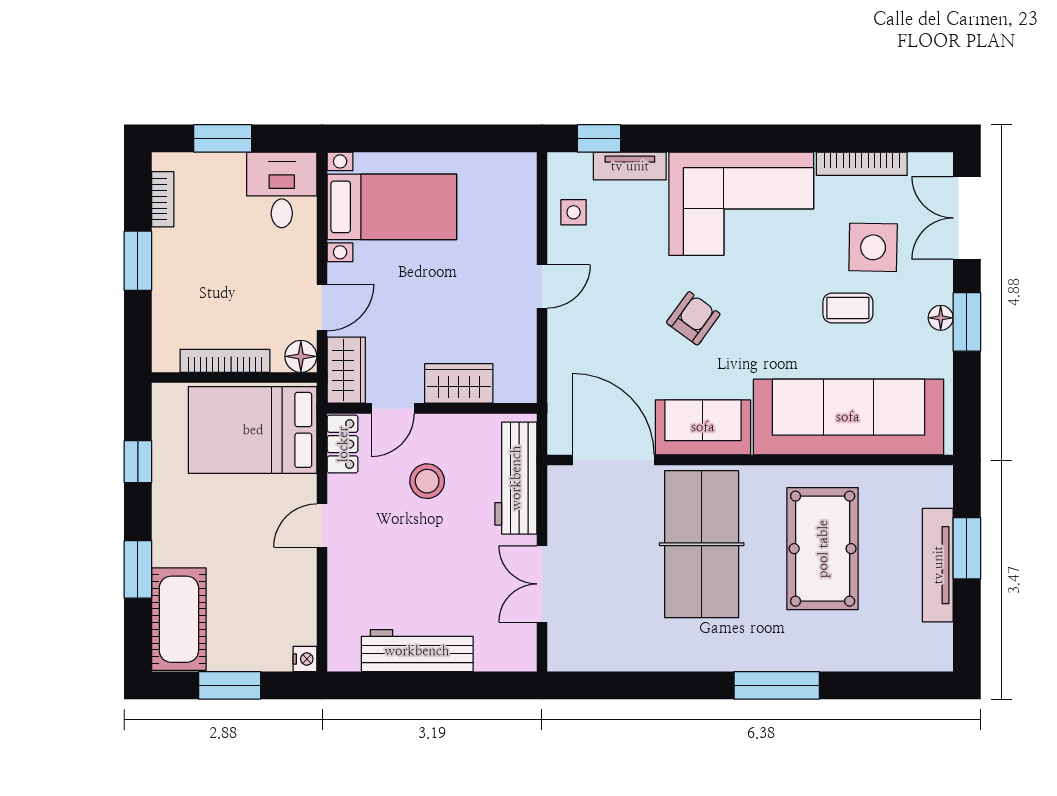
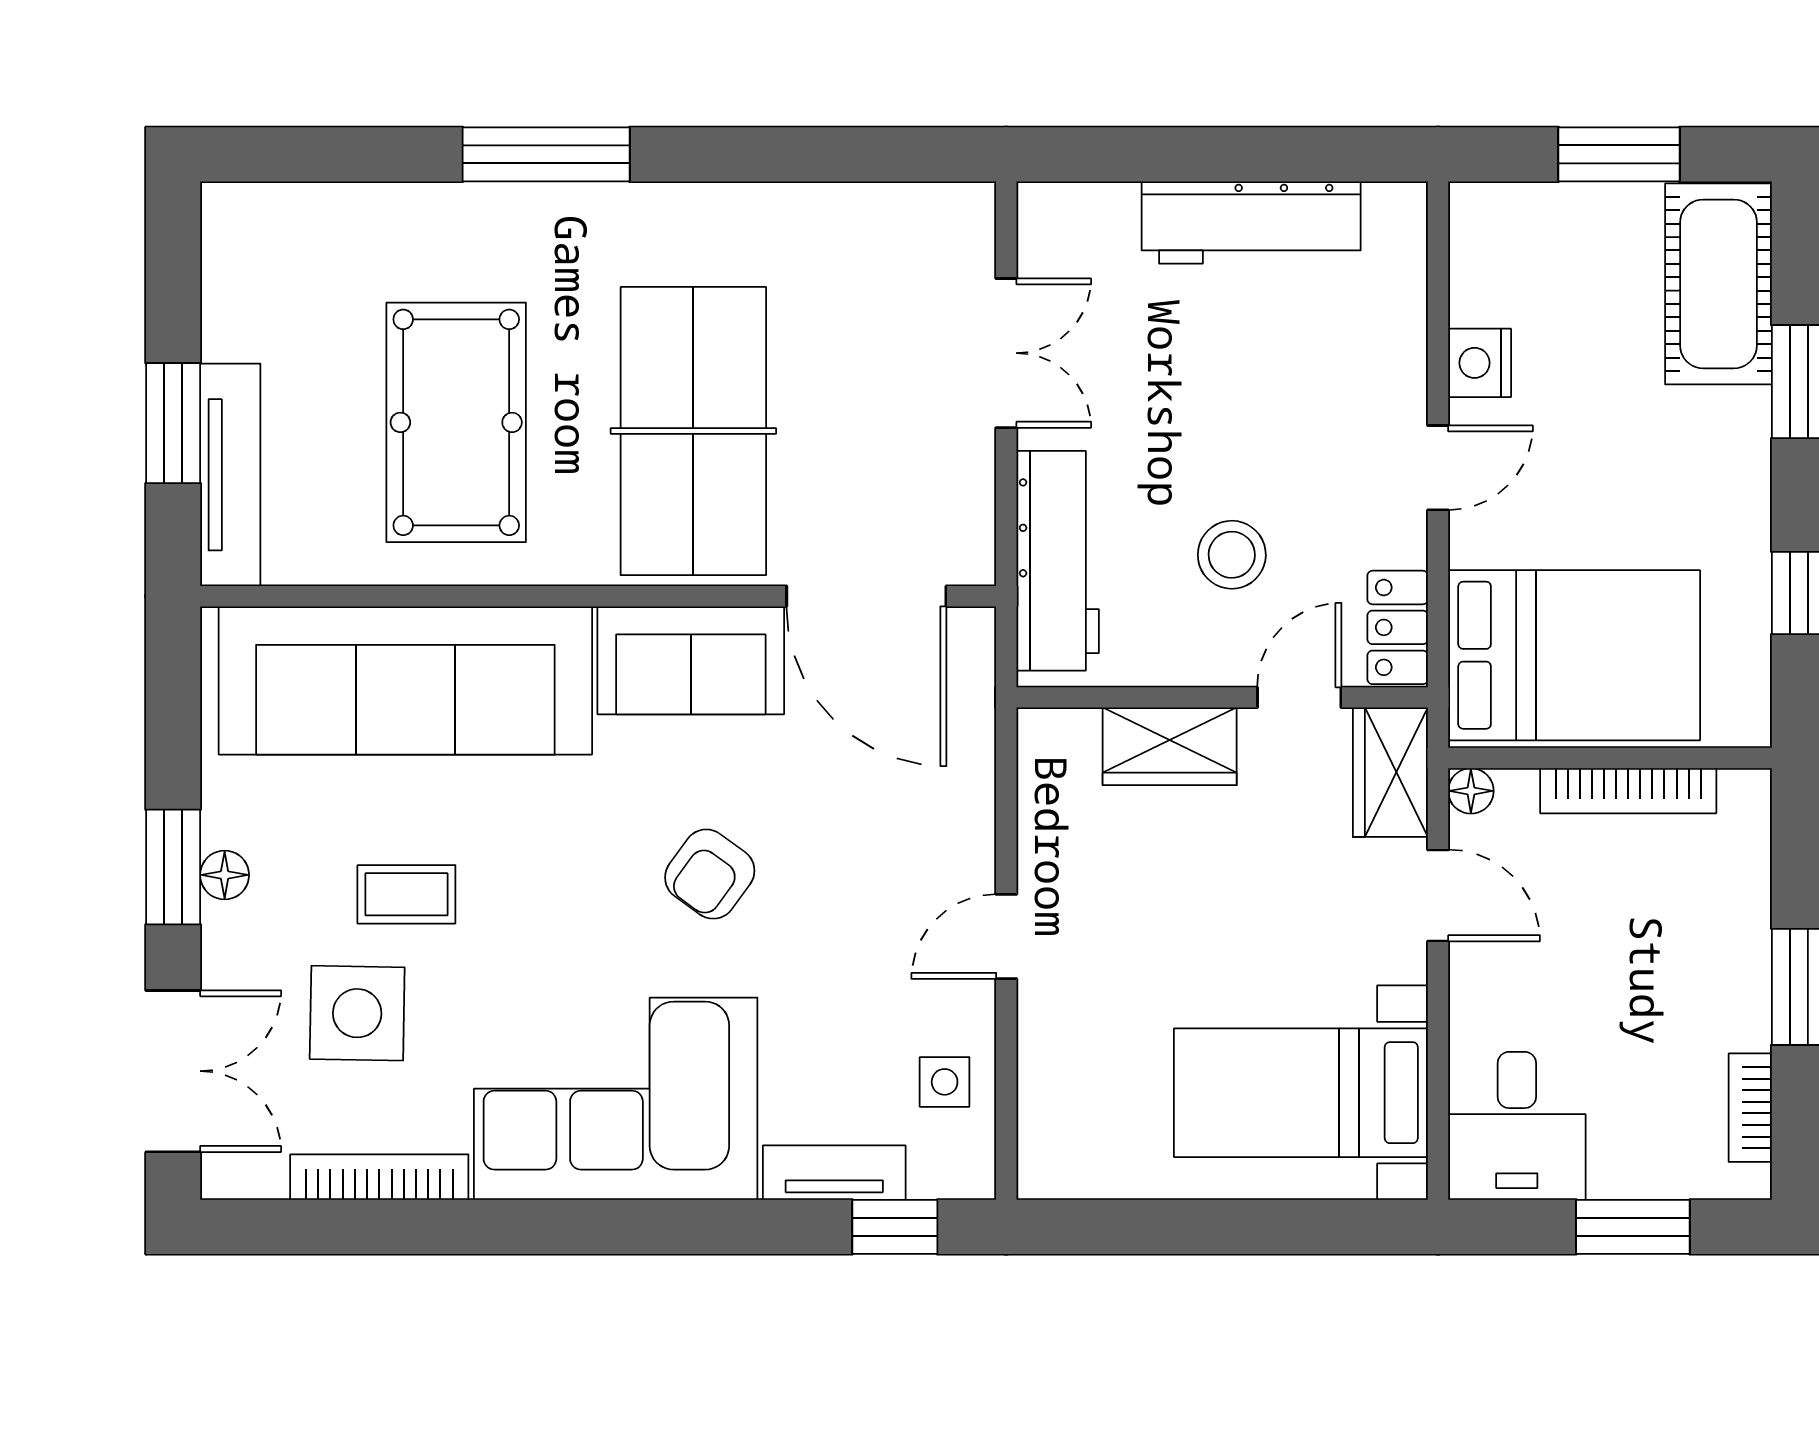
door: (322, 307) -> (1438, 895), swing flipped
floor lamp: (301, 356) -> (1471, 791), width x0.73, depth x0.73
tv unit: (938, 565) -> (230, 475), moved
nightstand: (305, 659) -> (1480, 363), moved, width x1.39, depth x1.35

